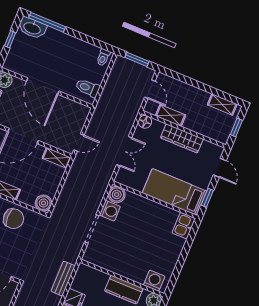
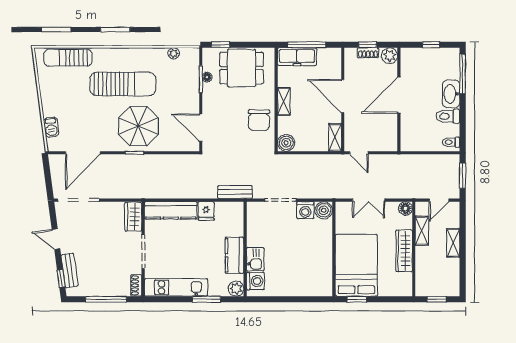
washbasin: (32, 28) -> (451, 94), moved
toilet: (88, 88) -> (448, 116), moved, turned -90
shelving: (222, 104) -> (453, 243), moved
door: (220, 168) -> (391, 299), removed
bed: (175, 192) -> (356, 265), width x1.50
kitchen sink: (184, 226) -> (255, 259), moved, turned 90
bench: (63, 279) -> (235, 192), moved

